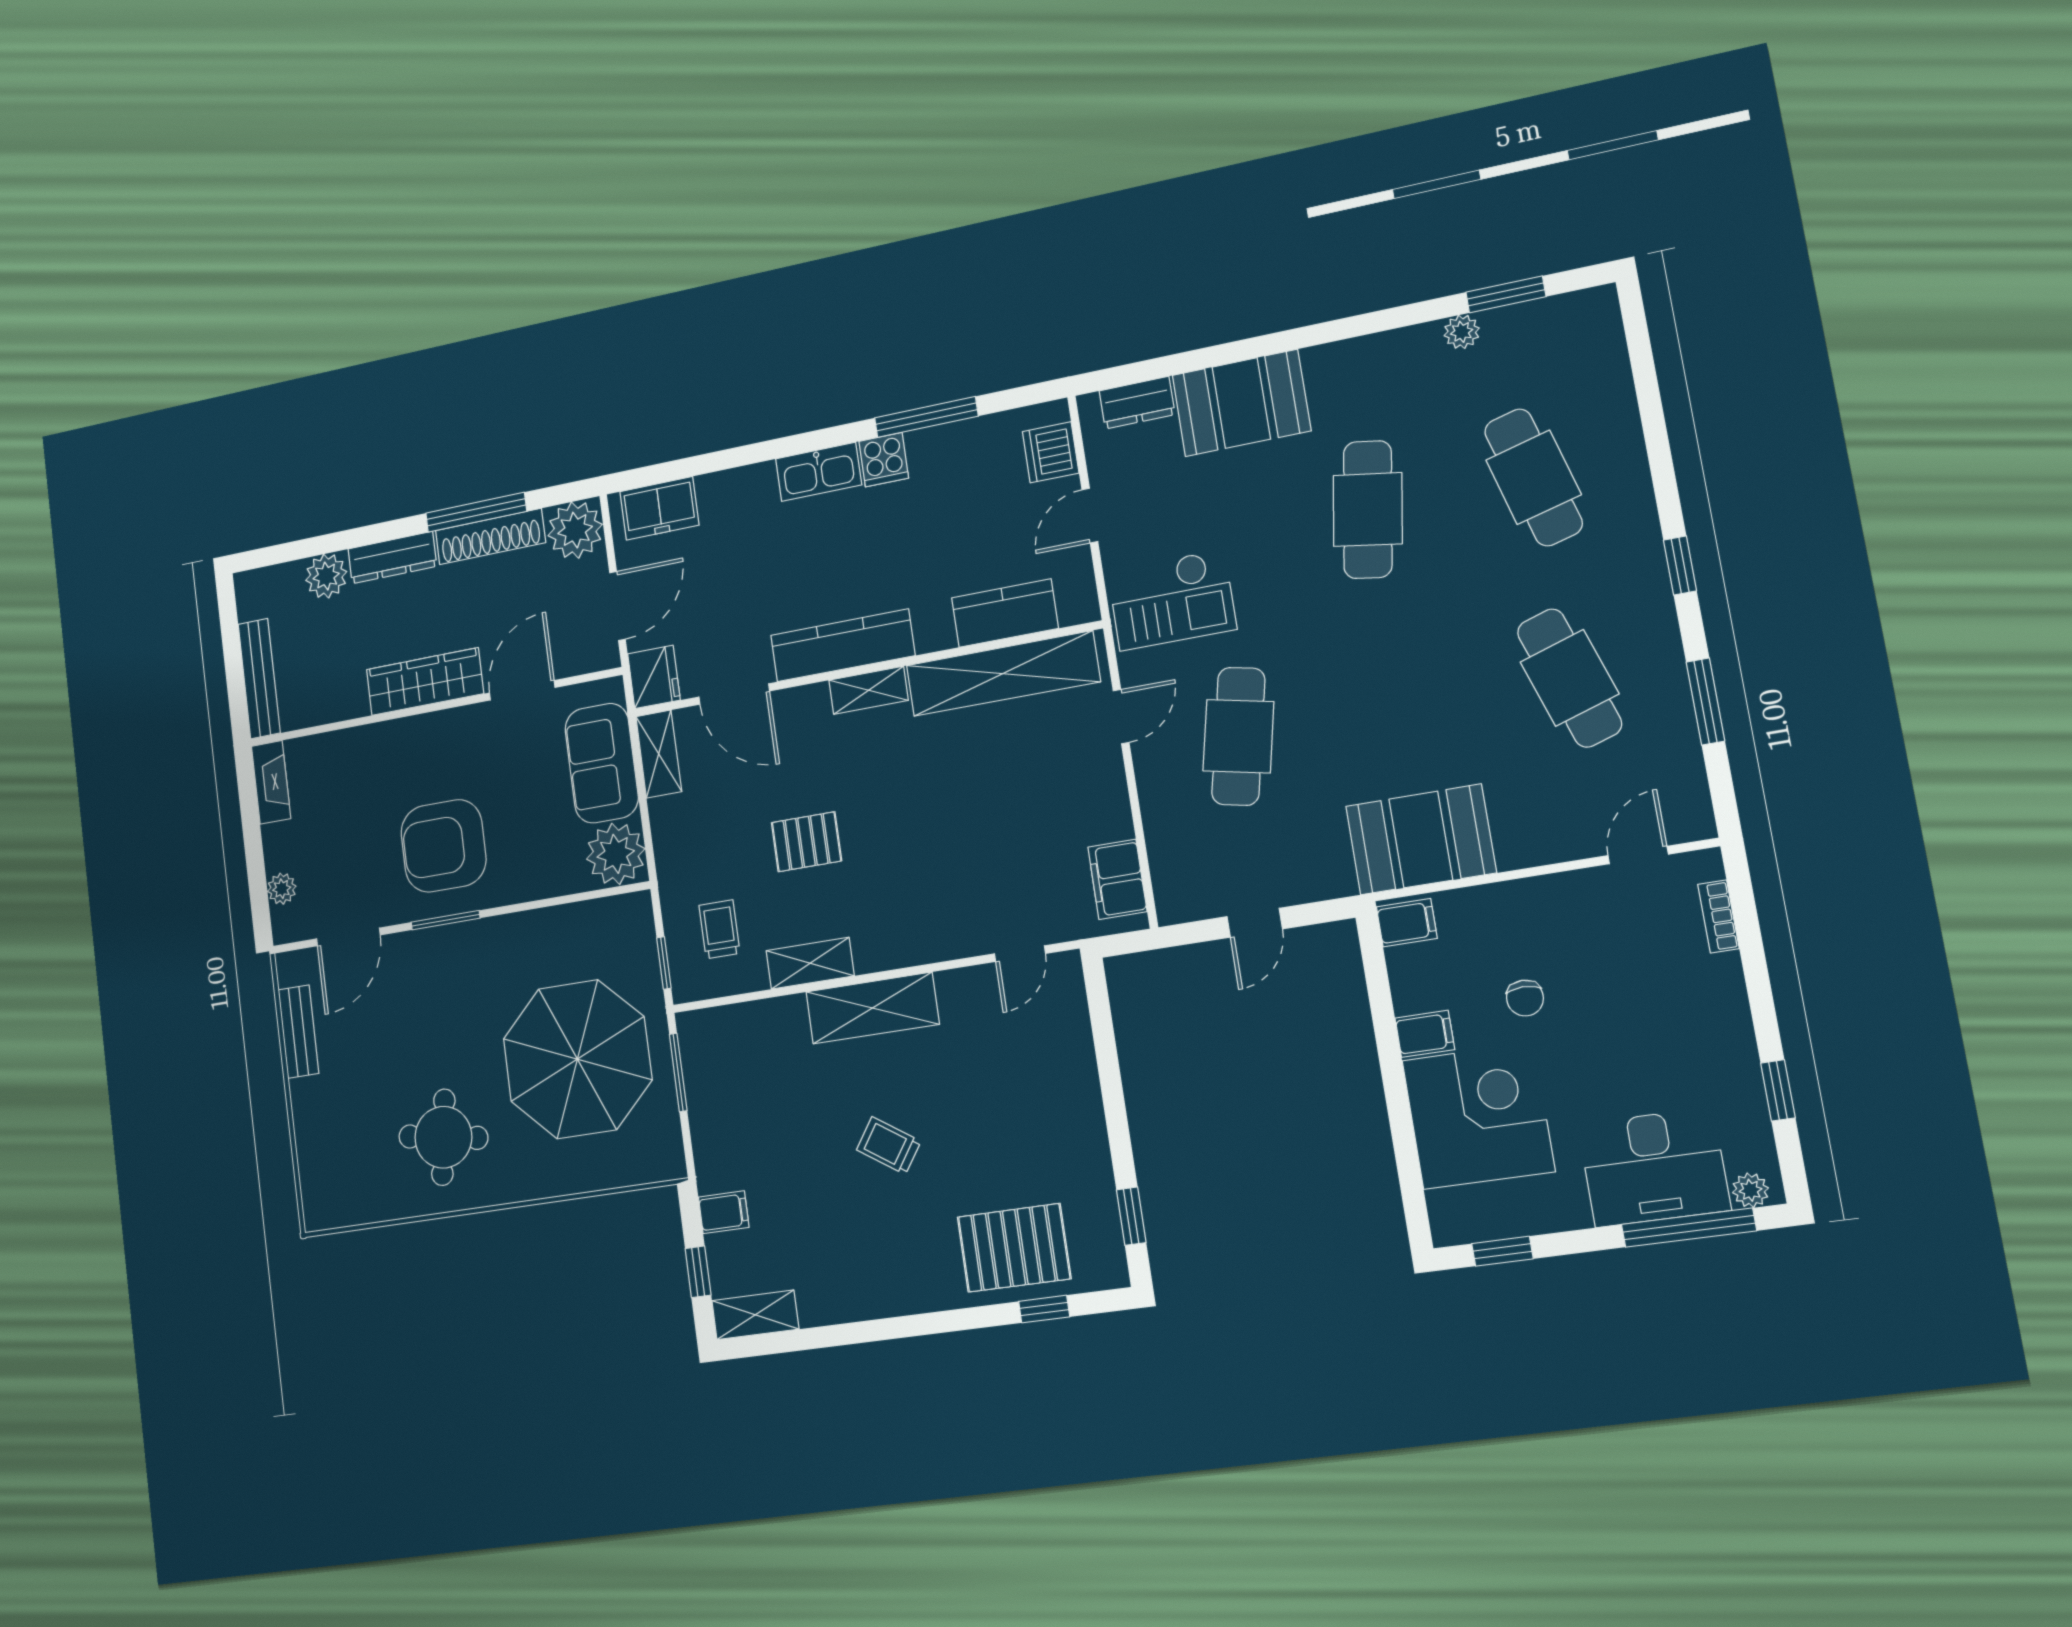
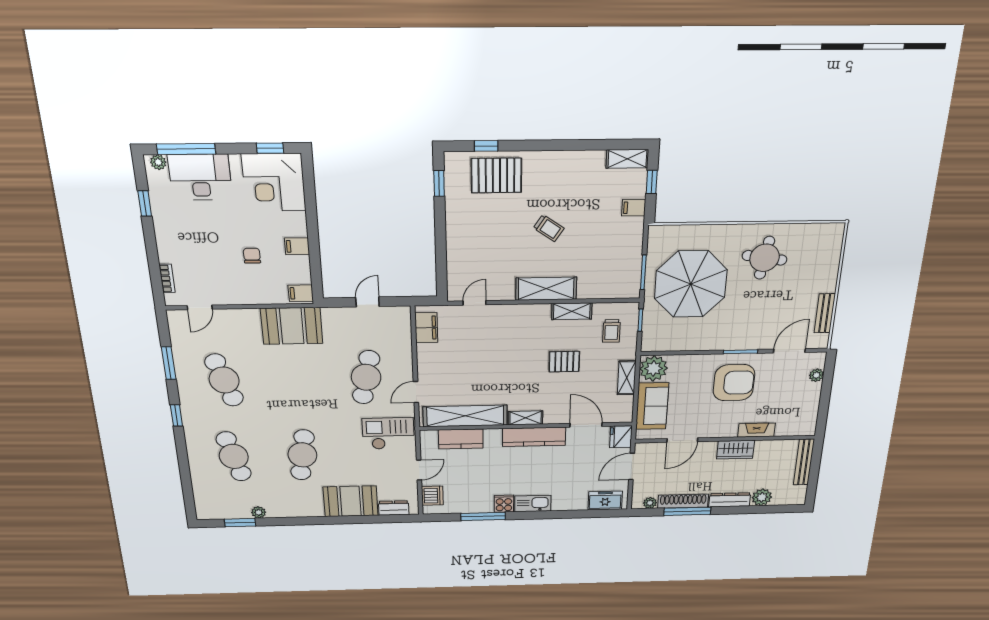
plant: (575, 530) -> (650, 503), width x0.53, depth x0.53
wardrobe: (425, 682) -> (736, 450), width x0.67
shelving: (659, 754) -> (627, 378), moved
fireplace: (271, 782) -> (756, 430), moved, turned 90
corner desk: (1478, 1116) -> (274, 183), moved

